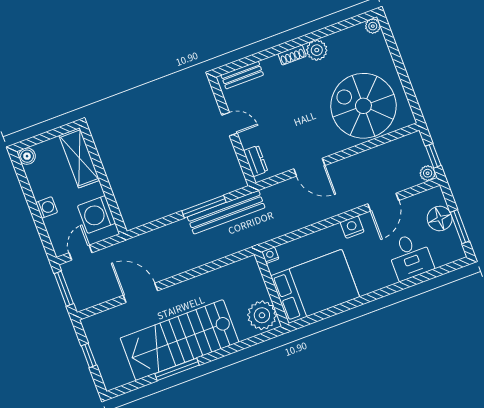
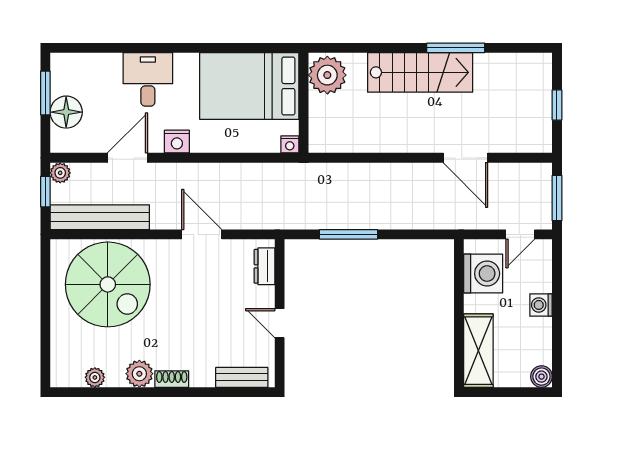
plant: (373, 26) -> (95, 377), moved
bench: (226, 212) -> (100, 217), moved
desk: (410, 256) -> (148, 79), moved
stairs: (179, 340) -> (420, 72), width x0.73, depth x0.66

